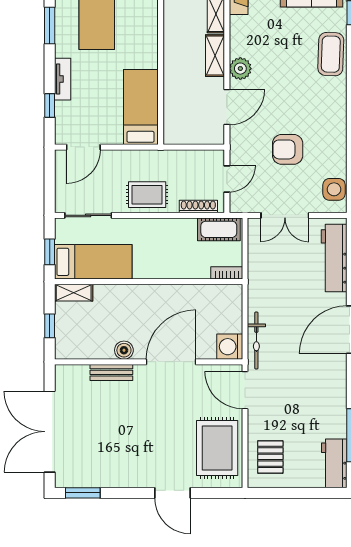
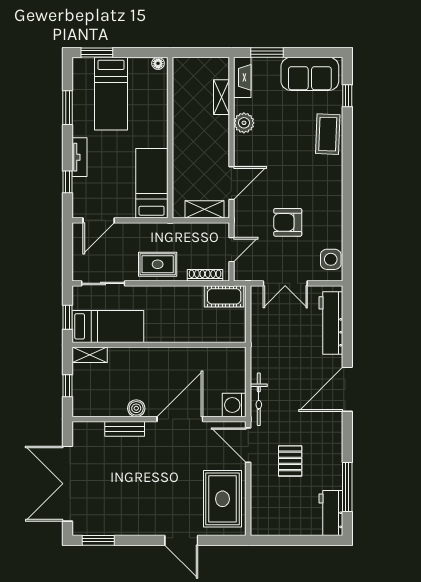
shelving: (215, 56) -> (205, 209), moved, turned 90
plant: (240, 69) -> (244, 123), moved
bookcase: (227, 273) -> (231, 337), removed
pallet: (270, 457) -> (290, 461), moved

